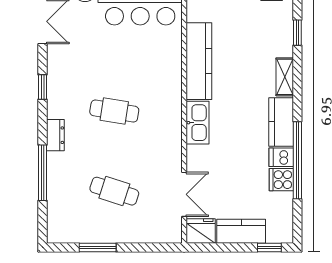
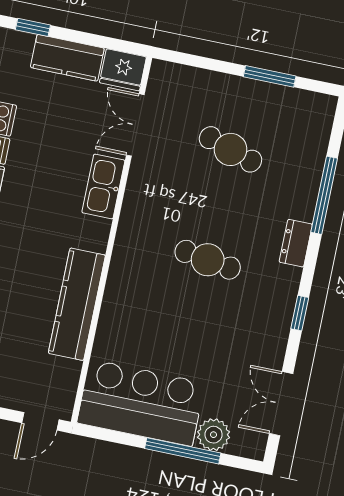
kitchen sink: (197, 123) -> (103, 186), moved

